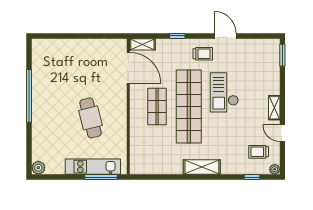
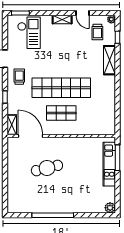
door: (128, 68) -> (30, 136), hinge flipped
checkout: (224, 92) -> (29, 33), moved, turned -90
cafe table: (90, 118) -> (47, 168), moved
door: (282, 133) -> (83, 13), hinge flipped
shelving: (202, 167) -> (110, 60), moved

